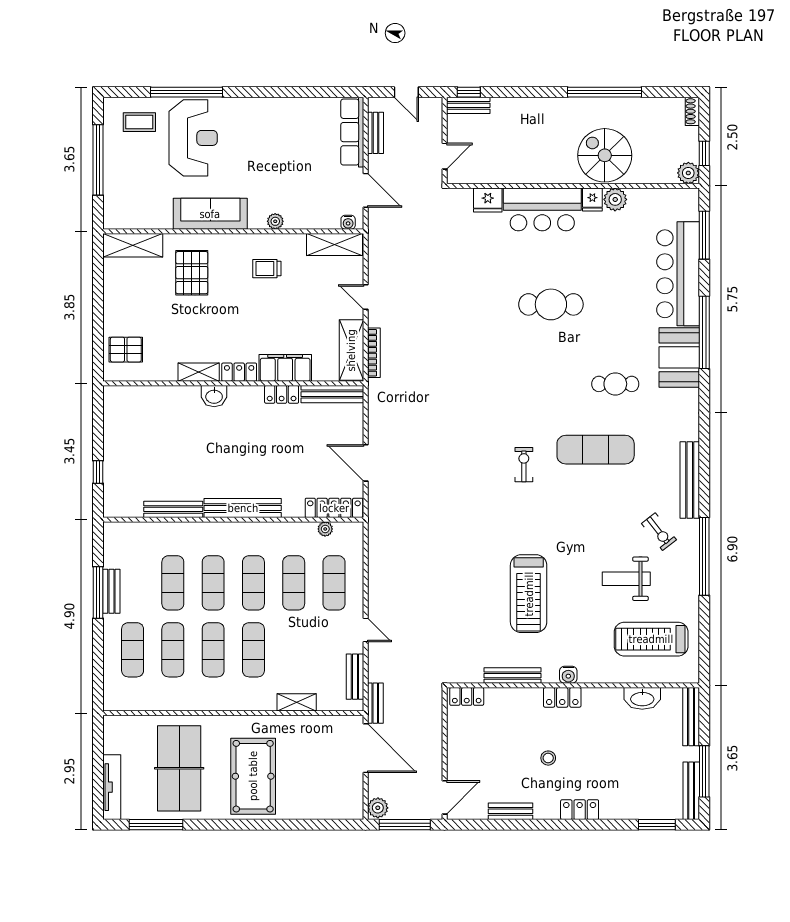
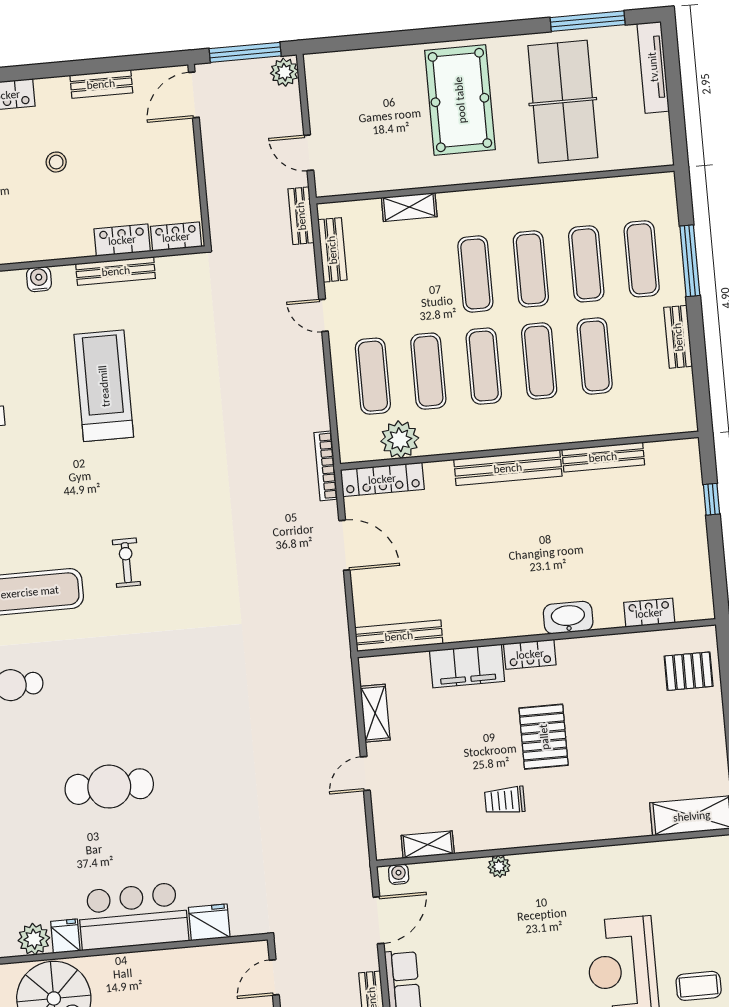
door: (366, 190) -> (379, 920), swing flipped
sofa: (210, 214) -> (589, 869), removed
shelving: (334, 244) -> (428, 845), width x0.67, depth x0.75
trolley: (267, 269) -> (505, 800), turned 180
pallet: (192, 273) -> (544, 737), moved
door: (366, 297) -> (365, 774), swing flipped
shelving: (351, 350) -> (375, 713), width x0.67, depth x0.75
bookcase: (374, 353) -> (326, 466), moved
shelving: (199, 372) -> (586, 649), removed
locker: (282, 394) -> (649, 613), moved
washbasin: (214, 396) -> (568, 618), width x1.38
exercise bike: (524, 465) -> (126, 563), turned 180
plant: (325, 529) -> (400, 440), width x1.87, depth x1.87
window: (98, 592) -> (690, 261), moved
locker: (562, 697) -> (122, 240), moved
door: (366, 748) -> (309, 153), width x0.53

